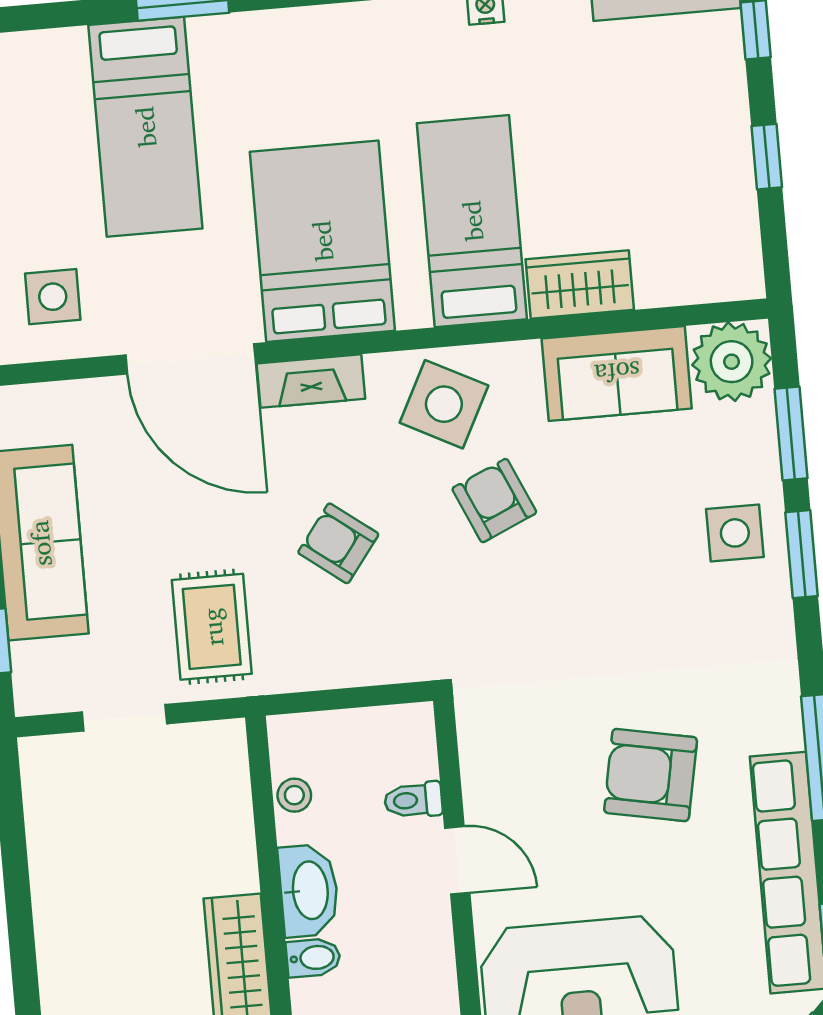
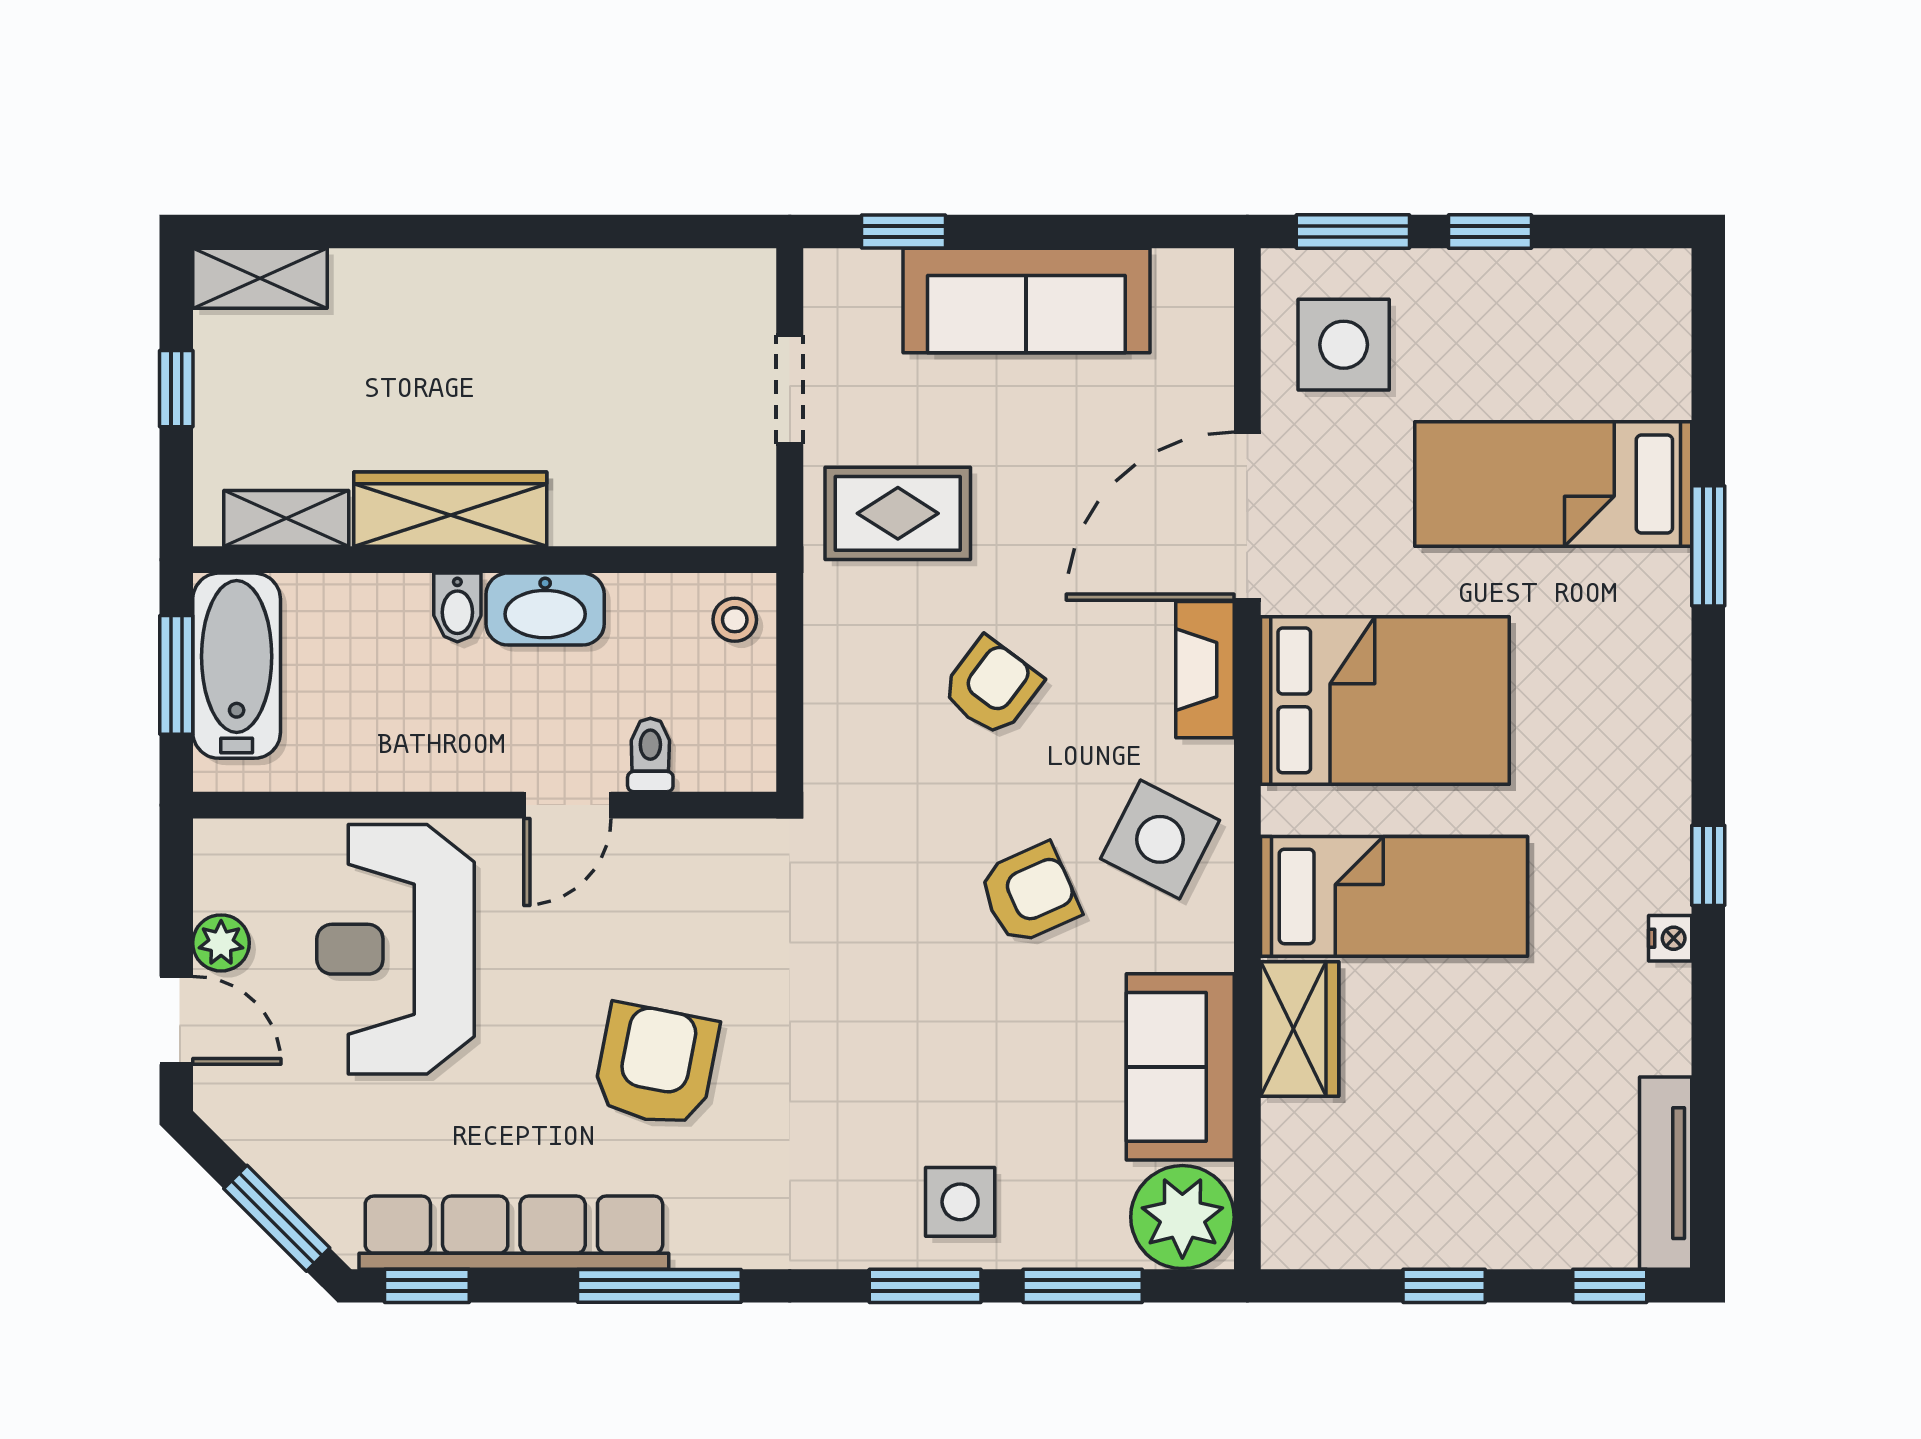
side table: (53, 297) -> (1344, 345), width x1.37, depth x1.37
stool: (294, 795) -> (735, 620), moved

